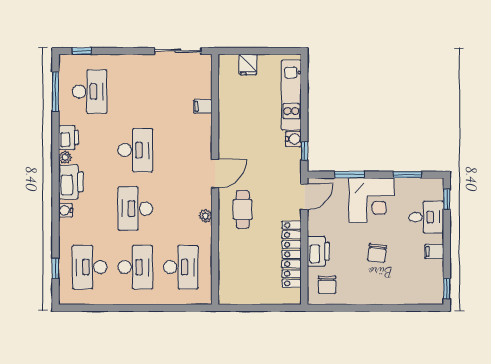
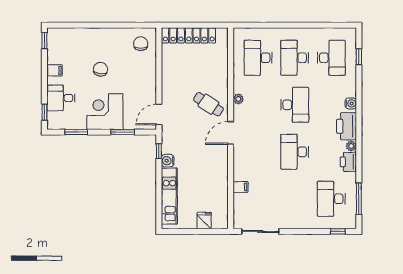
cafe table: (243, 209) -> (208, 104), turned -57
printer: (318, 251) -> (148, 71), removed
locker: (292, 254) -> (189, 35), moved, turned 90

